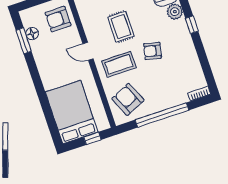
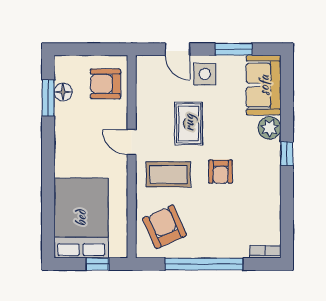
armchair: (152, 51) -> (221, 172), turned -103

